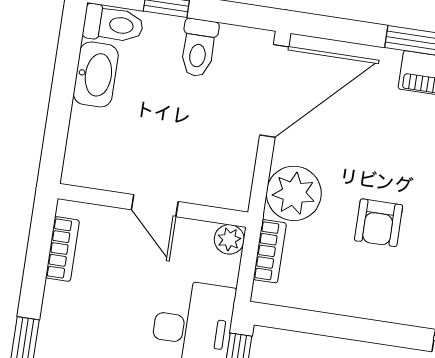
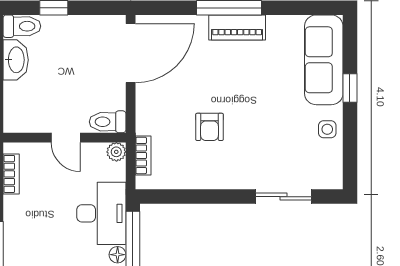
toilet: (199, 48) -> (108, 122), moved, turned 90
plant: (294, 193) -> (153, 116), removed

